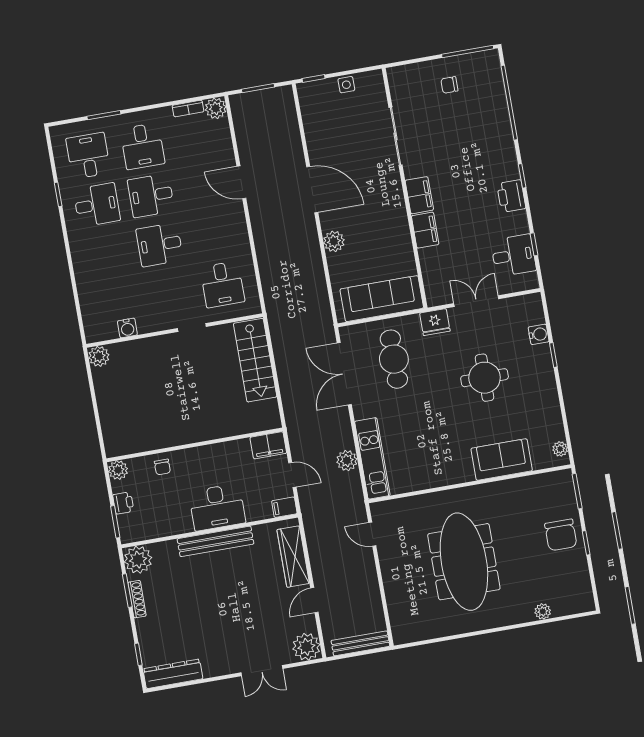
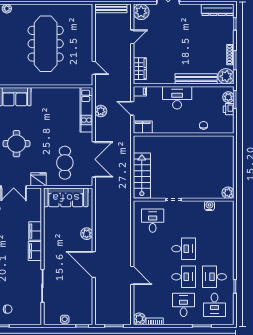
plant: (118, 470) -> (228, 97), moved
bench: (215, 541) -> (196, 79), moved
wardrobe: (293, 557) -> (140, 69), width x0.67

